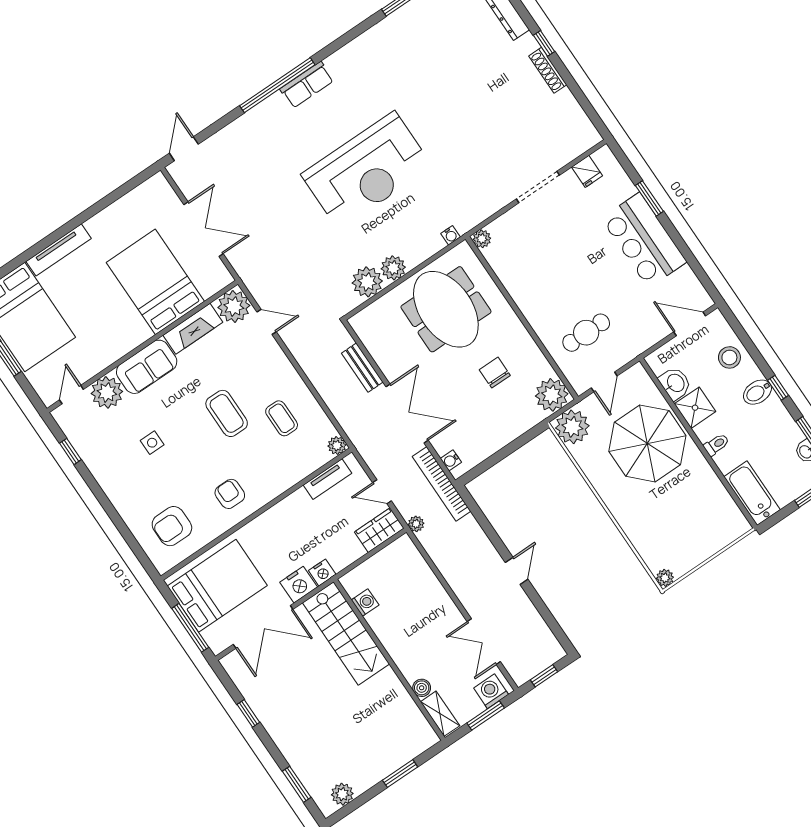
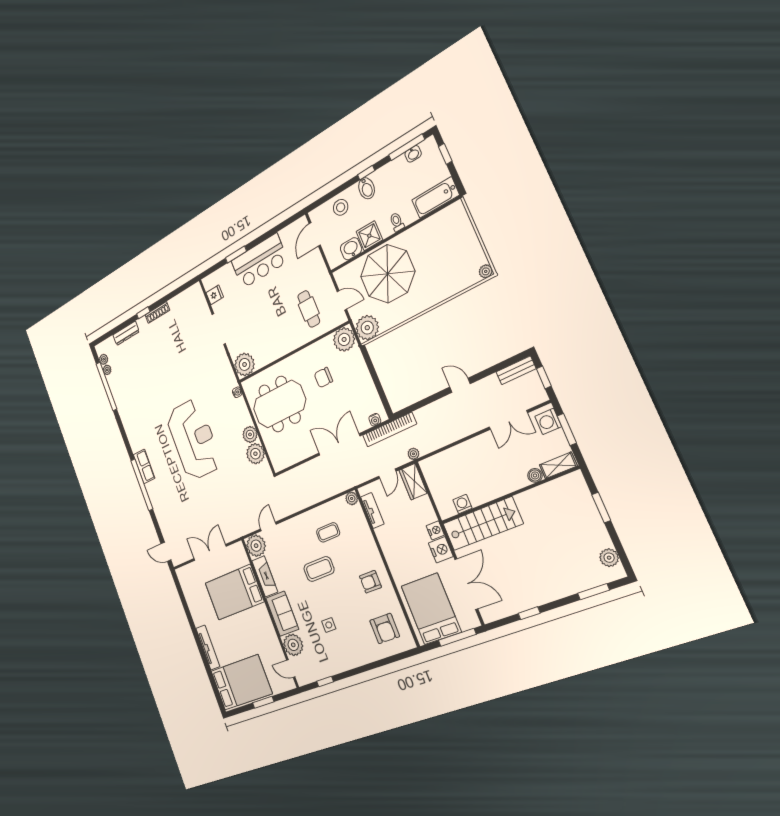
plant: (482, 239) -> (245, 364), width x1.87, depth x1.87
bench: (362, 368) -> (516, 370), moved

